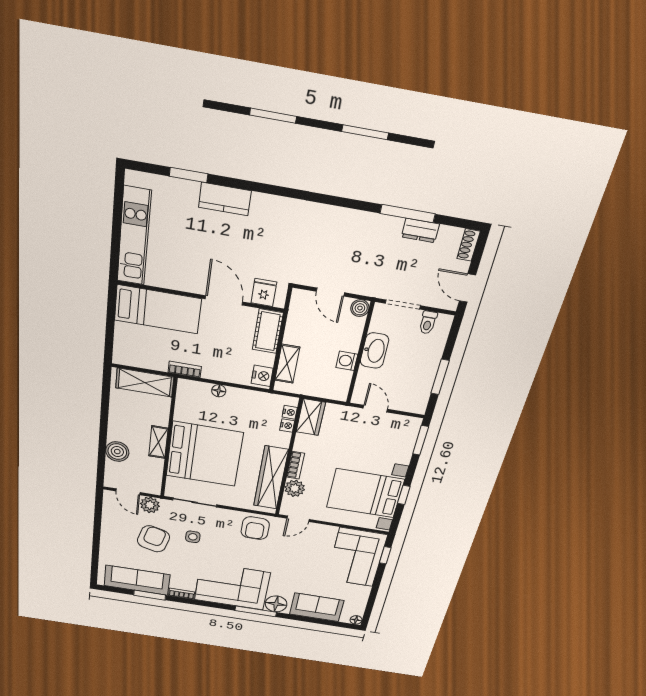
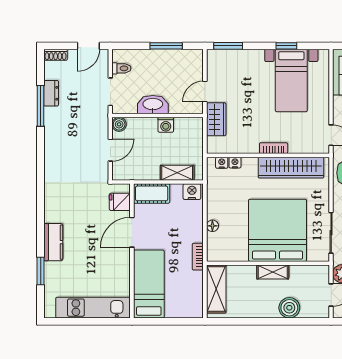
wardrobe: (311, 417) -> (216, 119), moved, turned 90
plant: (295, 488) -> (298, 144), removed
bed with nightstands: (365, 493) -> (291, 80), width x0.73

